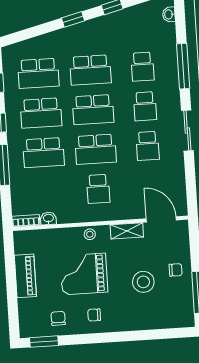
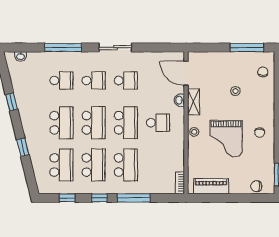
window: (73, 19) -> (23, 147), moved
washbasin: (48, 218) -> (179, 100), moved
door: (161, 219) -> (186, 73), hinge flipped
chair: (176, 270) -> (263, 72), moved
piano: (25, 276) -> (211, 186), moved
stool: (143, 282) -> (236, 91), width x0.53, depth x0.53
chair: (58, 318) -> (256, 186), moved

